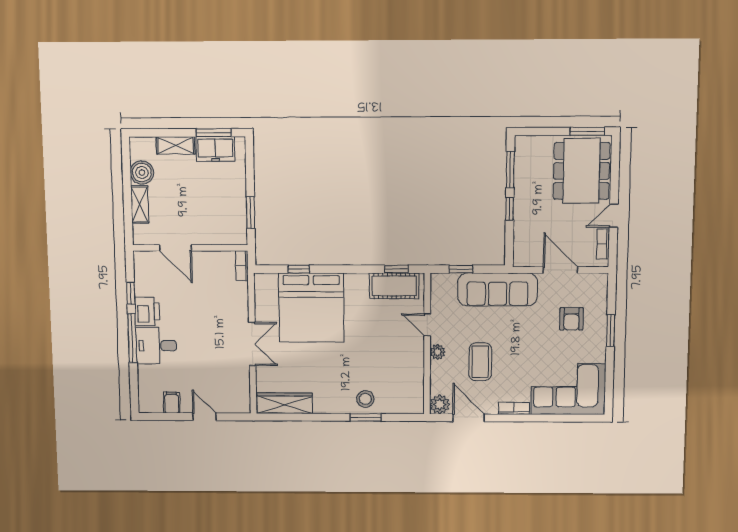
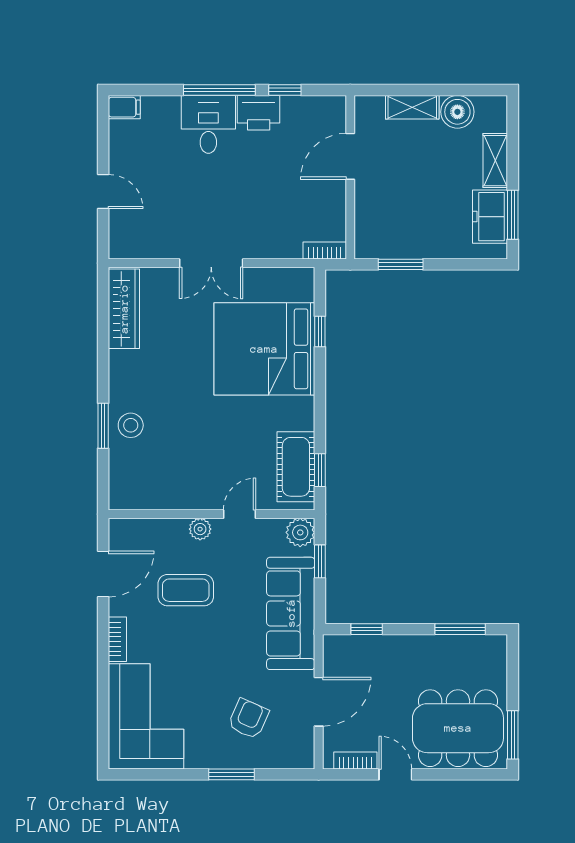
window: (510, 209) -> (367, 629), moved
armchair: (571, 319) -> (248, 719), turned 114
filing cabinet: (172, 403) -> (124, 107), moved
plant: (440, 404) -> (300, 532), moved
door: (204, 417) -> (103, 192), hinge flipped

